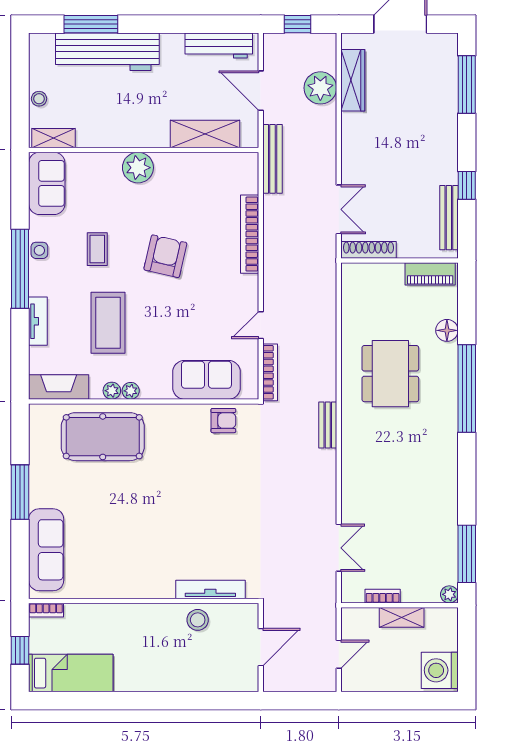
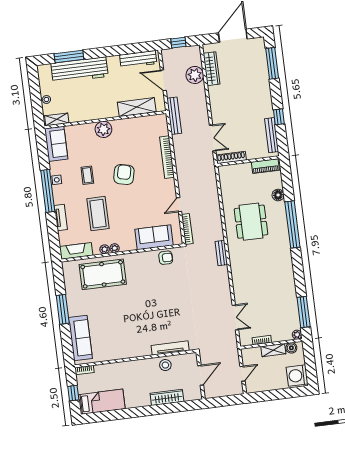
boiler: (436, 617) -> (291, 348), added
wardrobe: (193, 680) -> (167, 397), added

